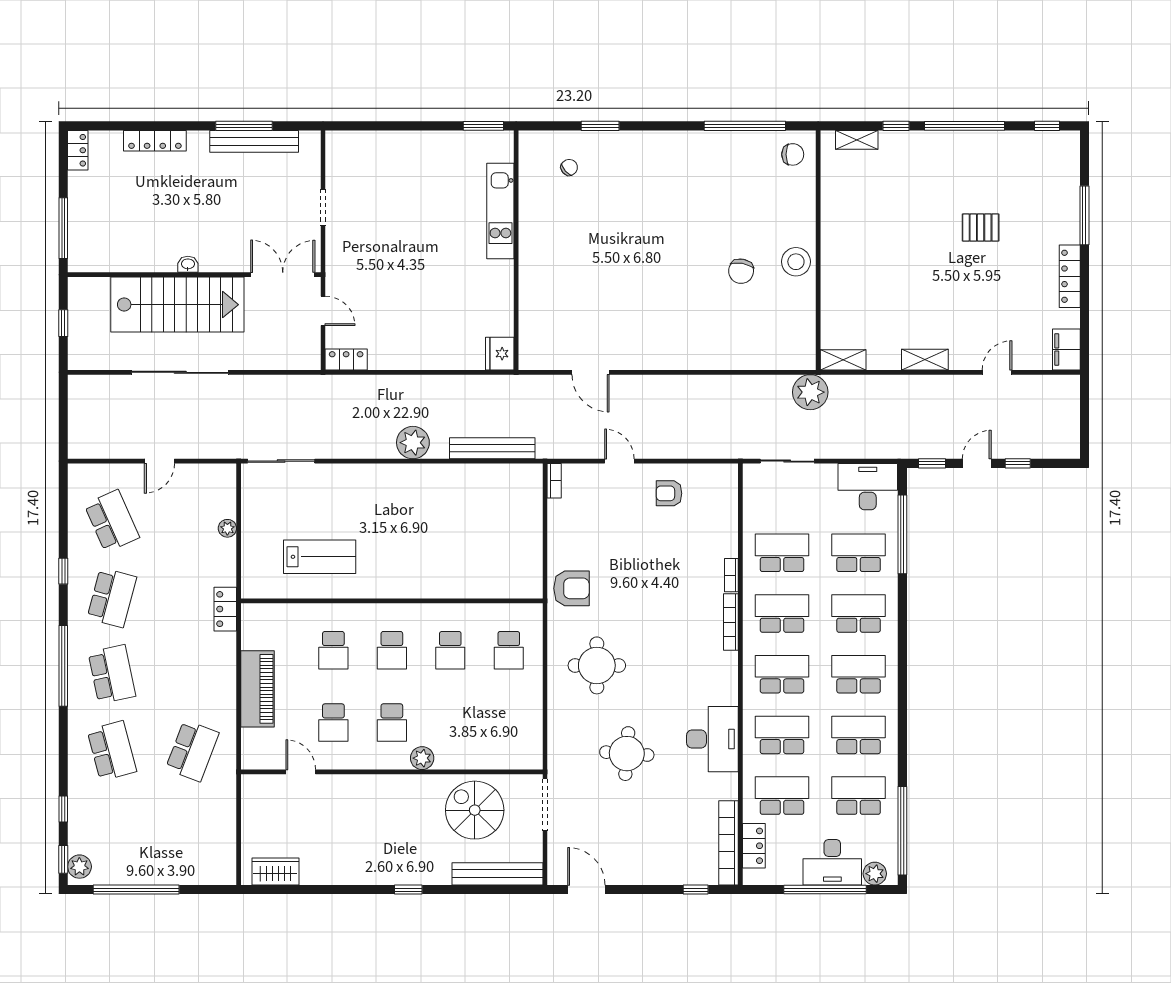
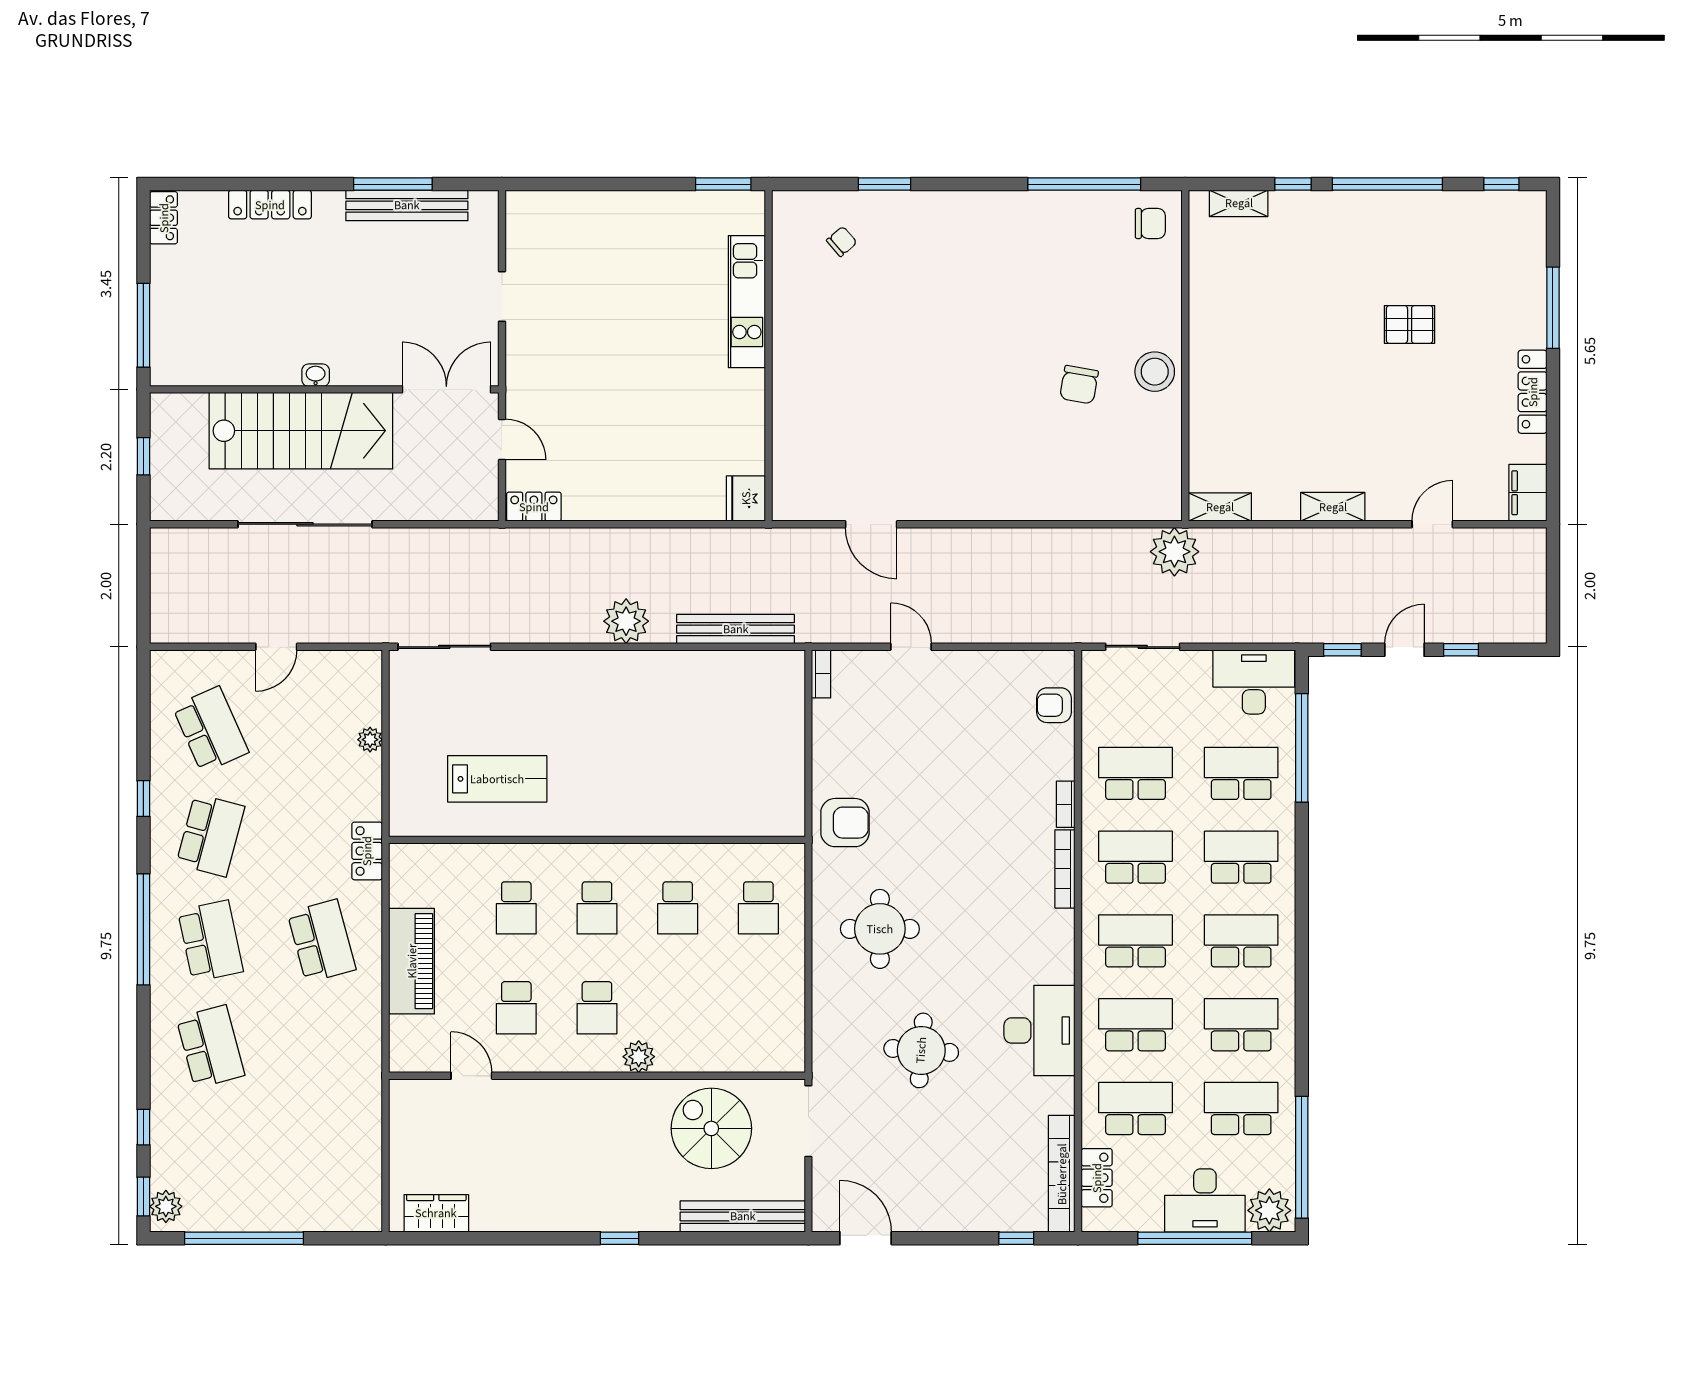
armchair: (669, 493) -> (1054, 705), moved
school desk: (192, 751) -> (322, 941), moved, turned -36
plant: (875, 874) -> (1269, 1210), width x1.36, depth x1.36

